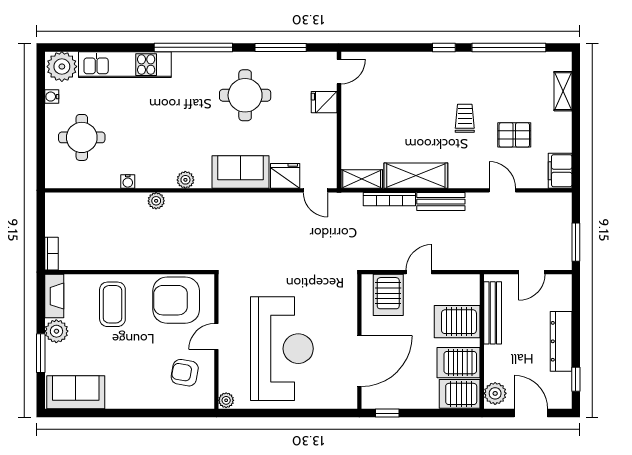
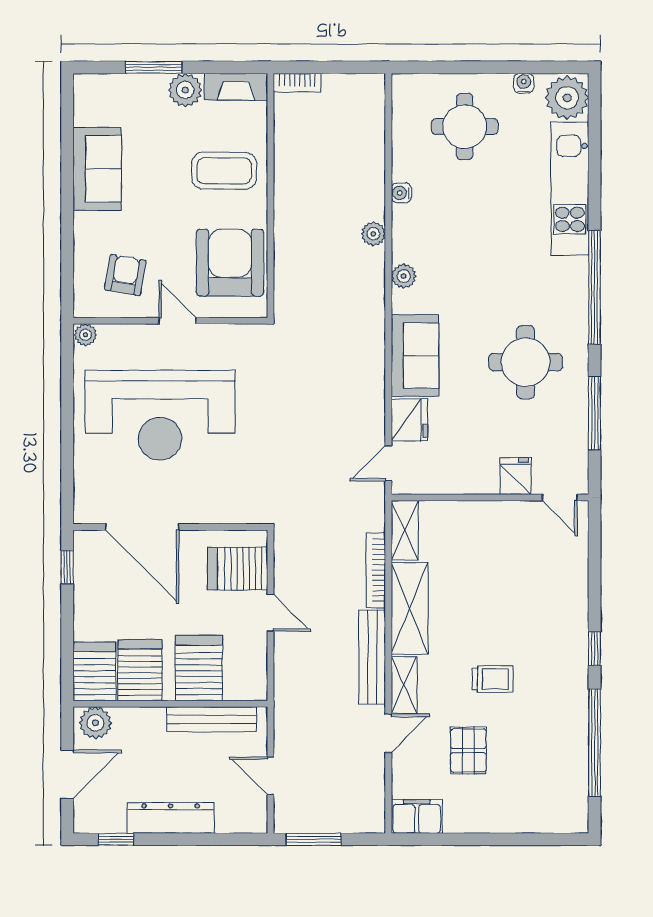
shelving: (563, 91) -> (404, 685), moved, turned 90
bench: (441, 202) -> (372, 657), width x1.36
sofa: (76, 392) -> (97, 169), moved

